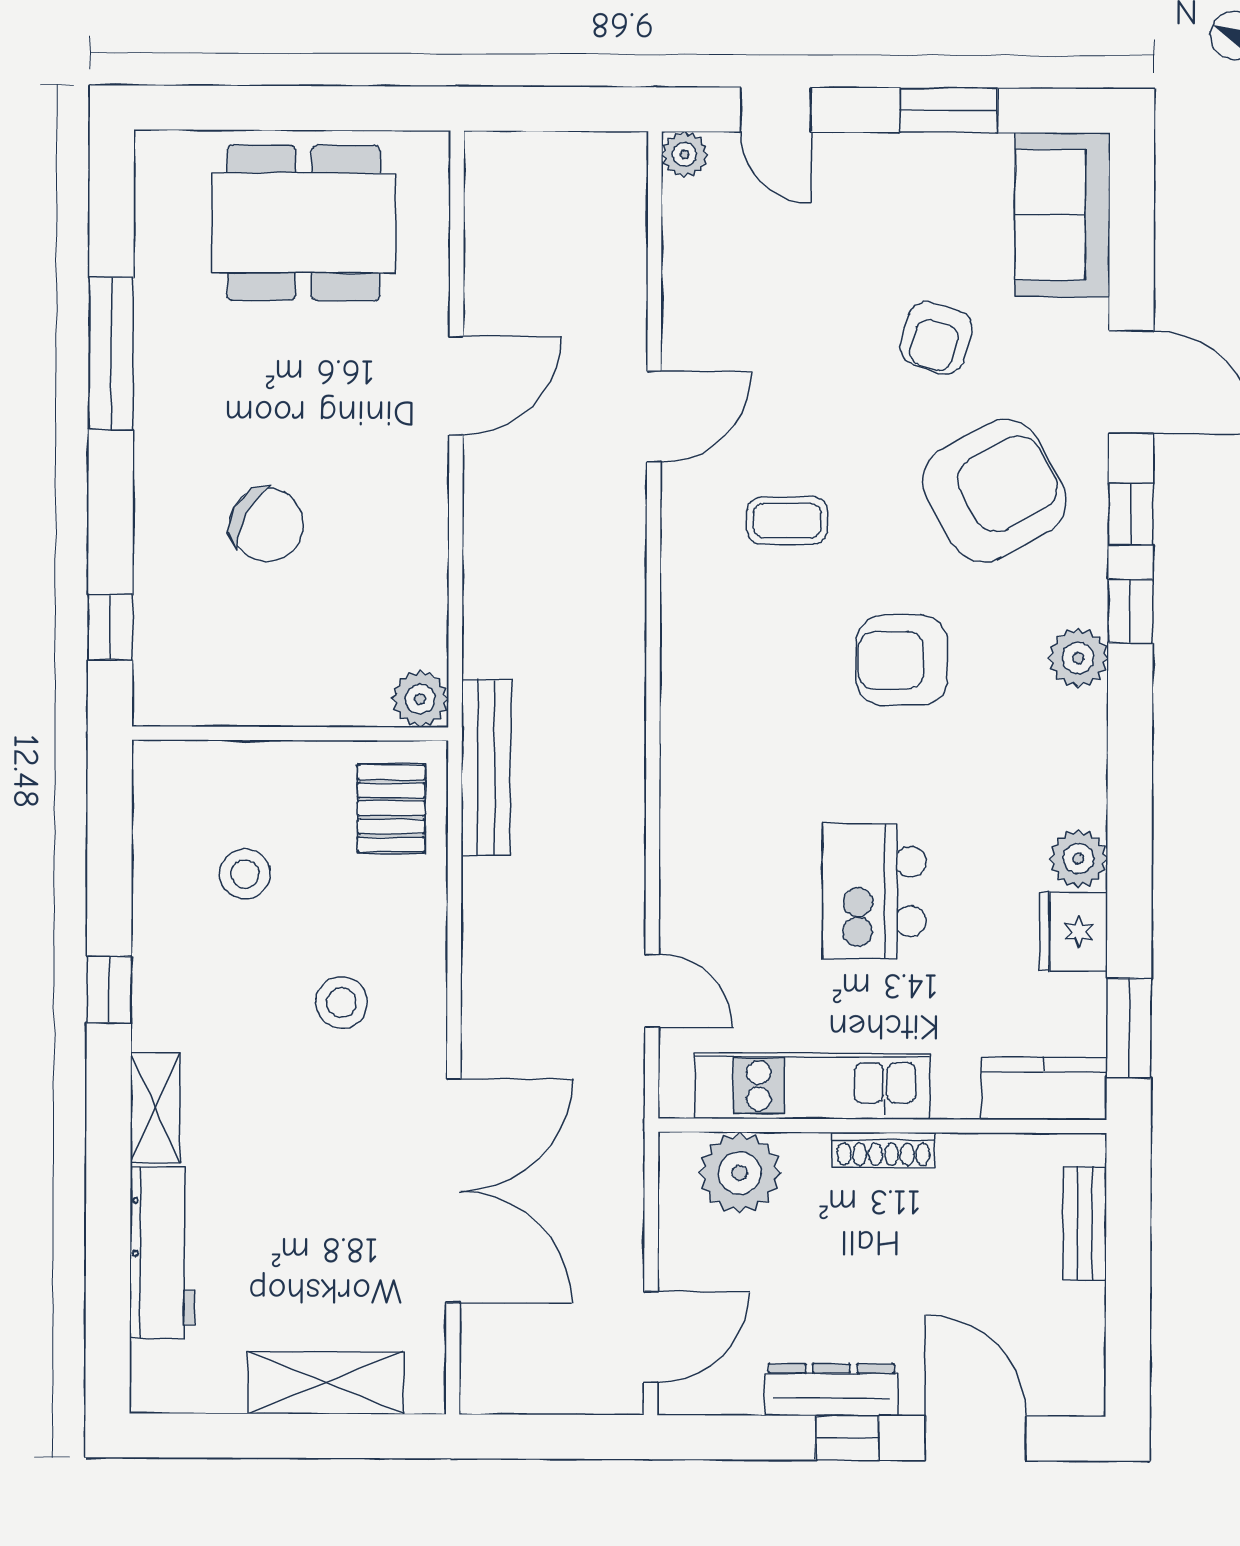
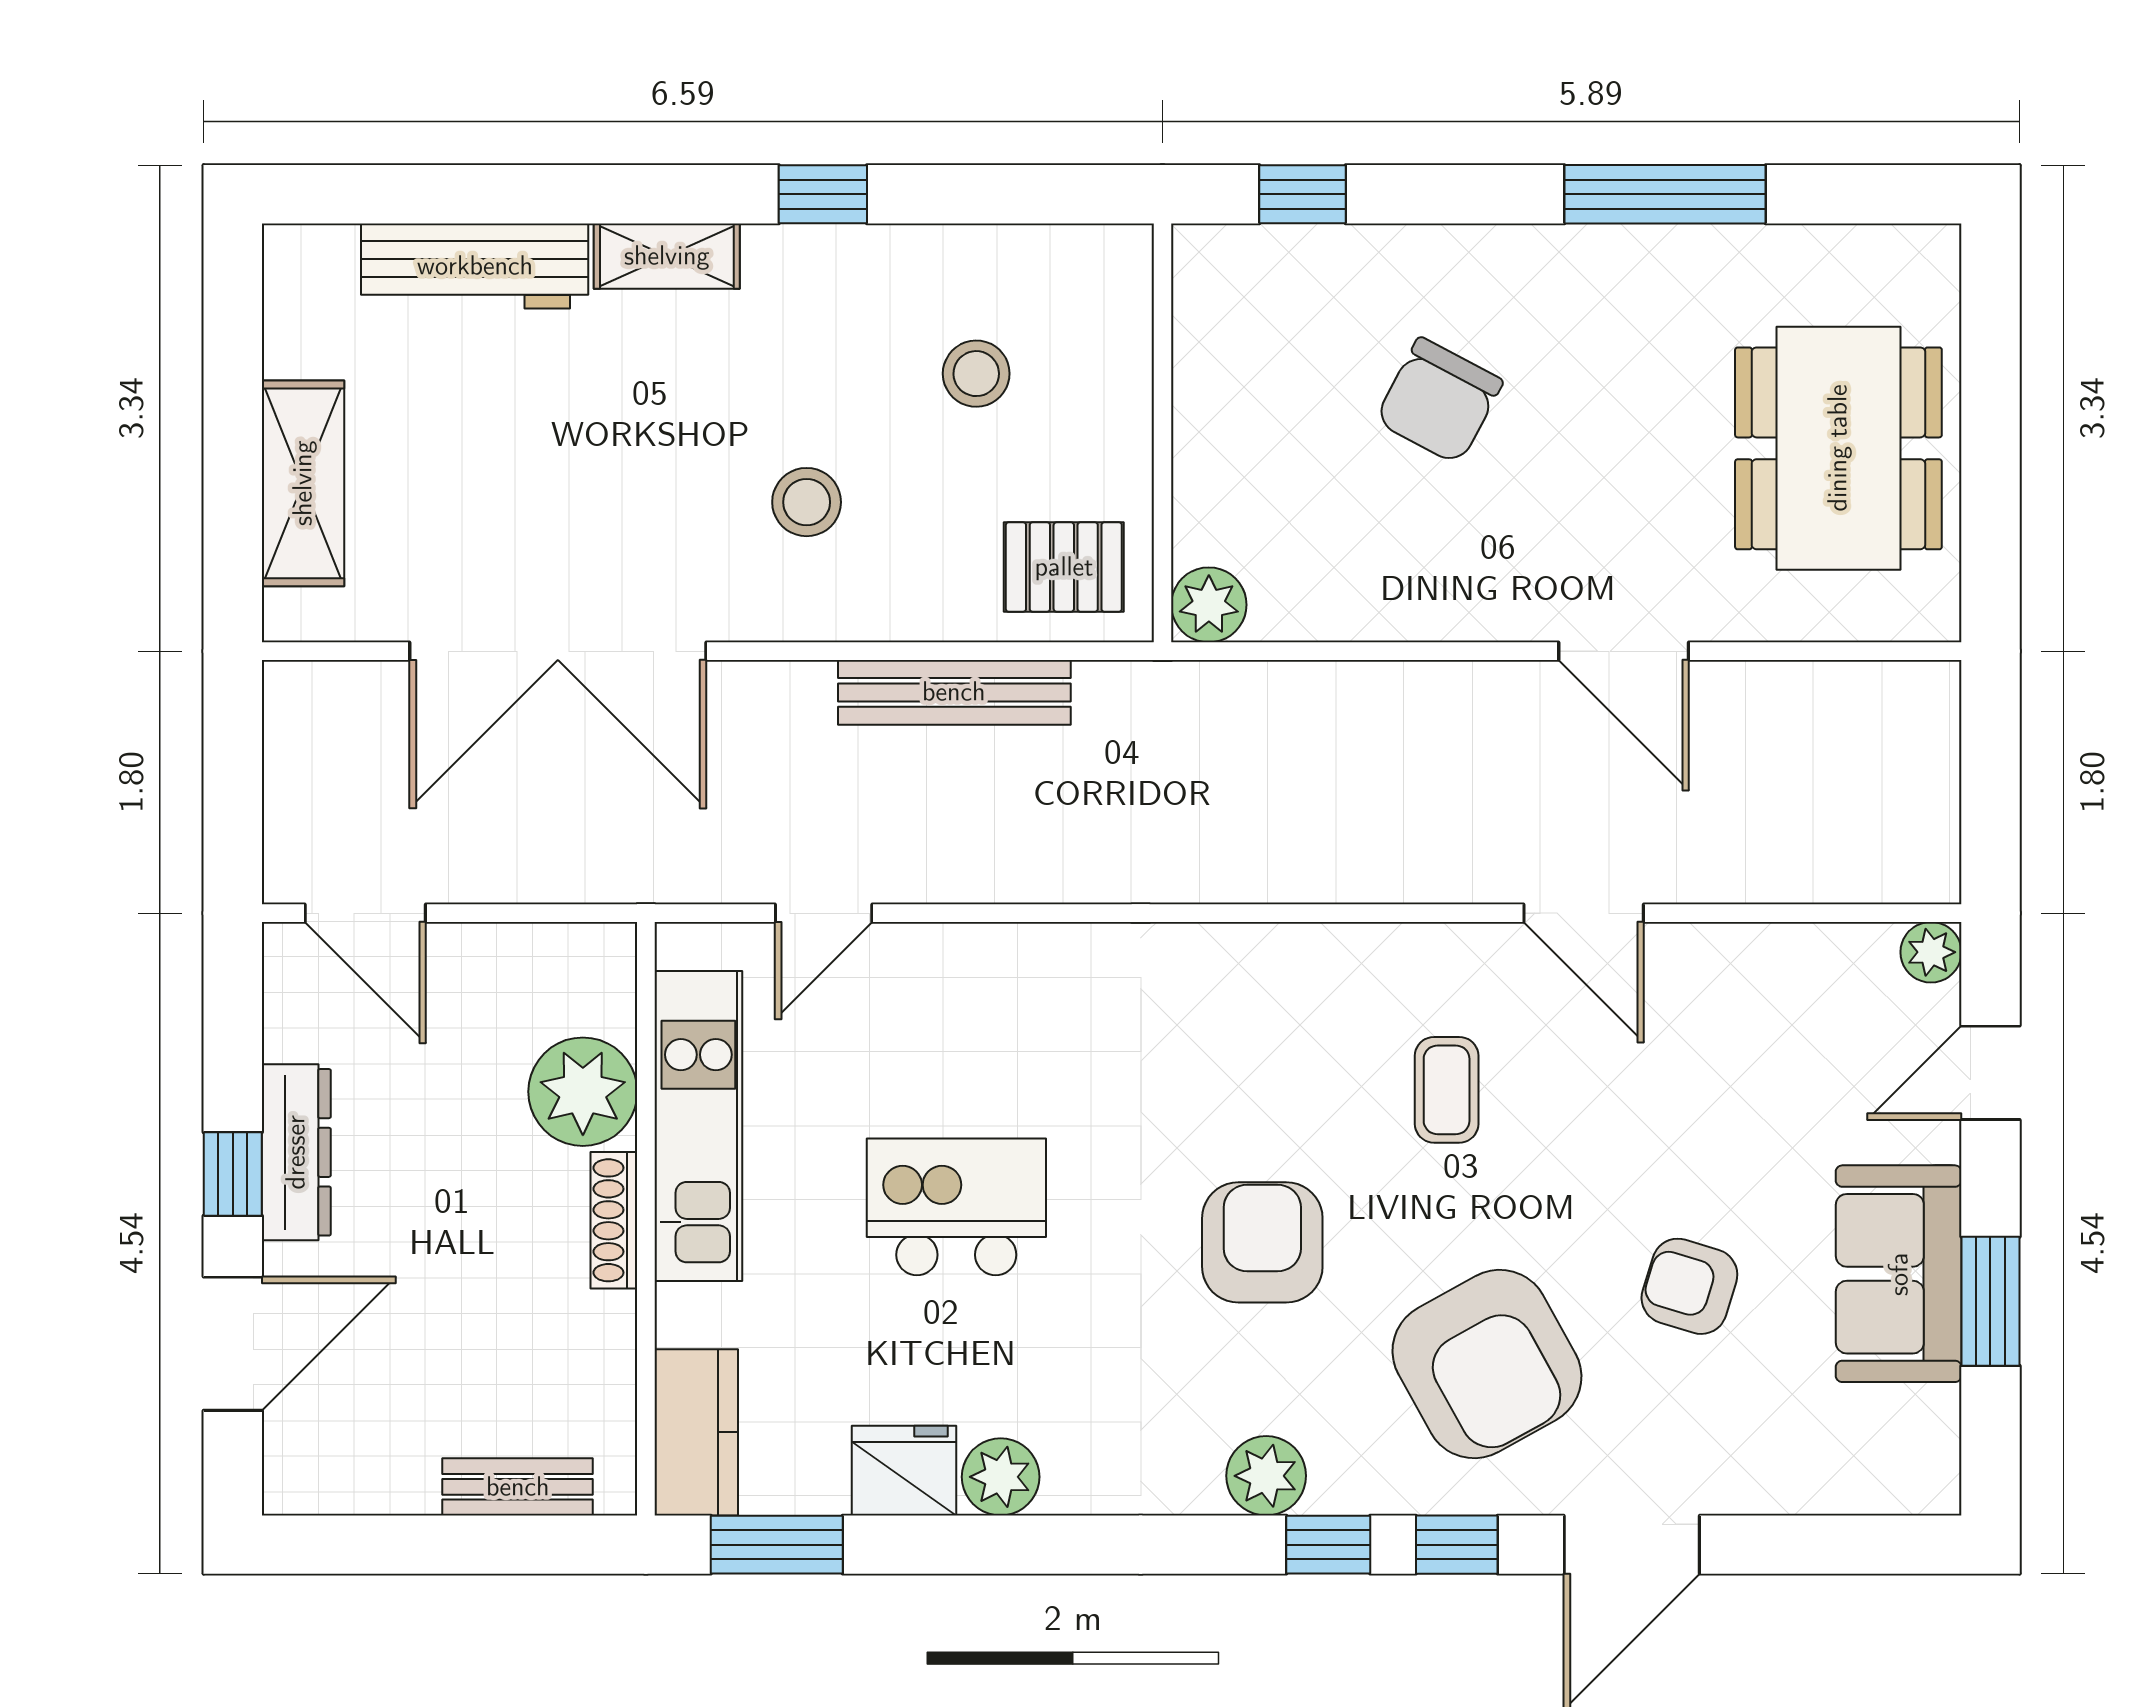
sofa: (1062, 215) -> (1899, 1274), moved, turned -90
bench: (486, 767) -> (954, 692), moved
plant: (740, 1173) -> (583, 1092), moved

